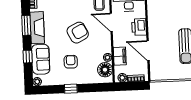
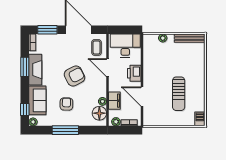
window: (28, 57) -> (25, 109), moved
window: (71, 89) -> (65, 130), width x2.17

